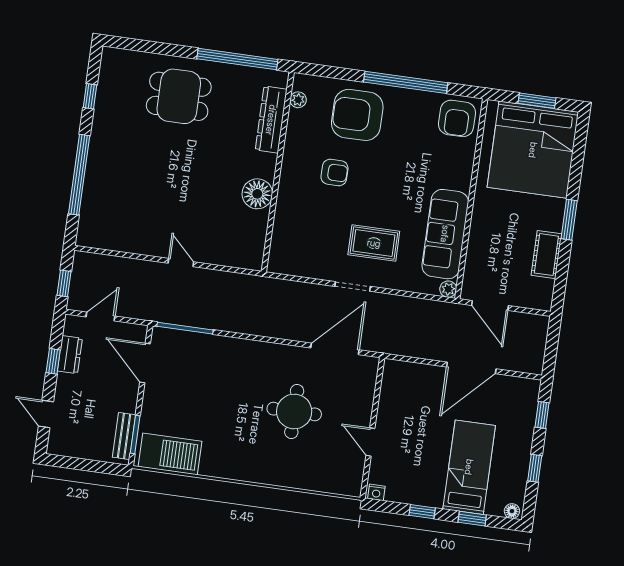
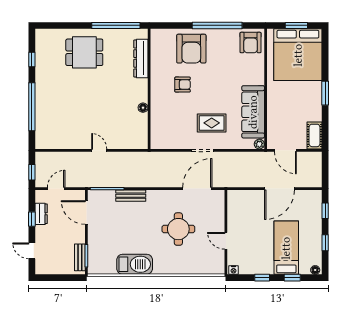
plant: (298, 100) -> (155, 45), removed
armchair: (357, 115) -> (191, 49), turned -90
floor lamp: (257, 194) -> (143, 108), width x0.53, depth x0.53
cot: (546, 255) -> (315, 135), moved
bench: (223, 345) -> (131, 196), added
barbecue: (170, 454) -> (135, 264), moved

